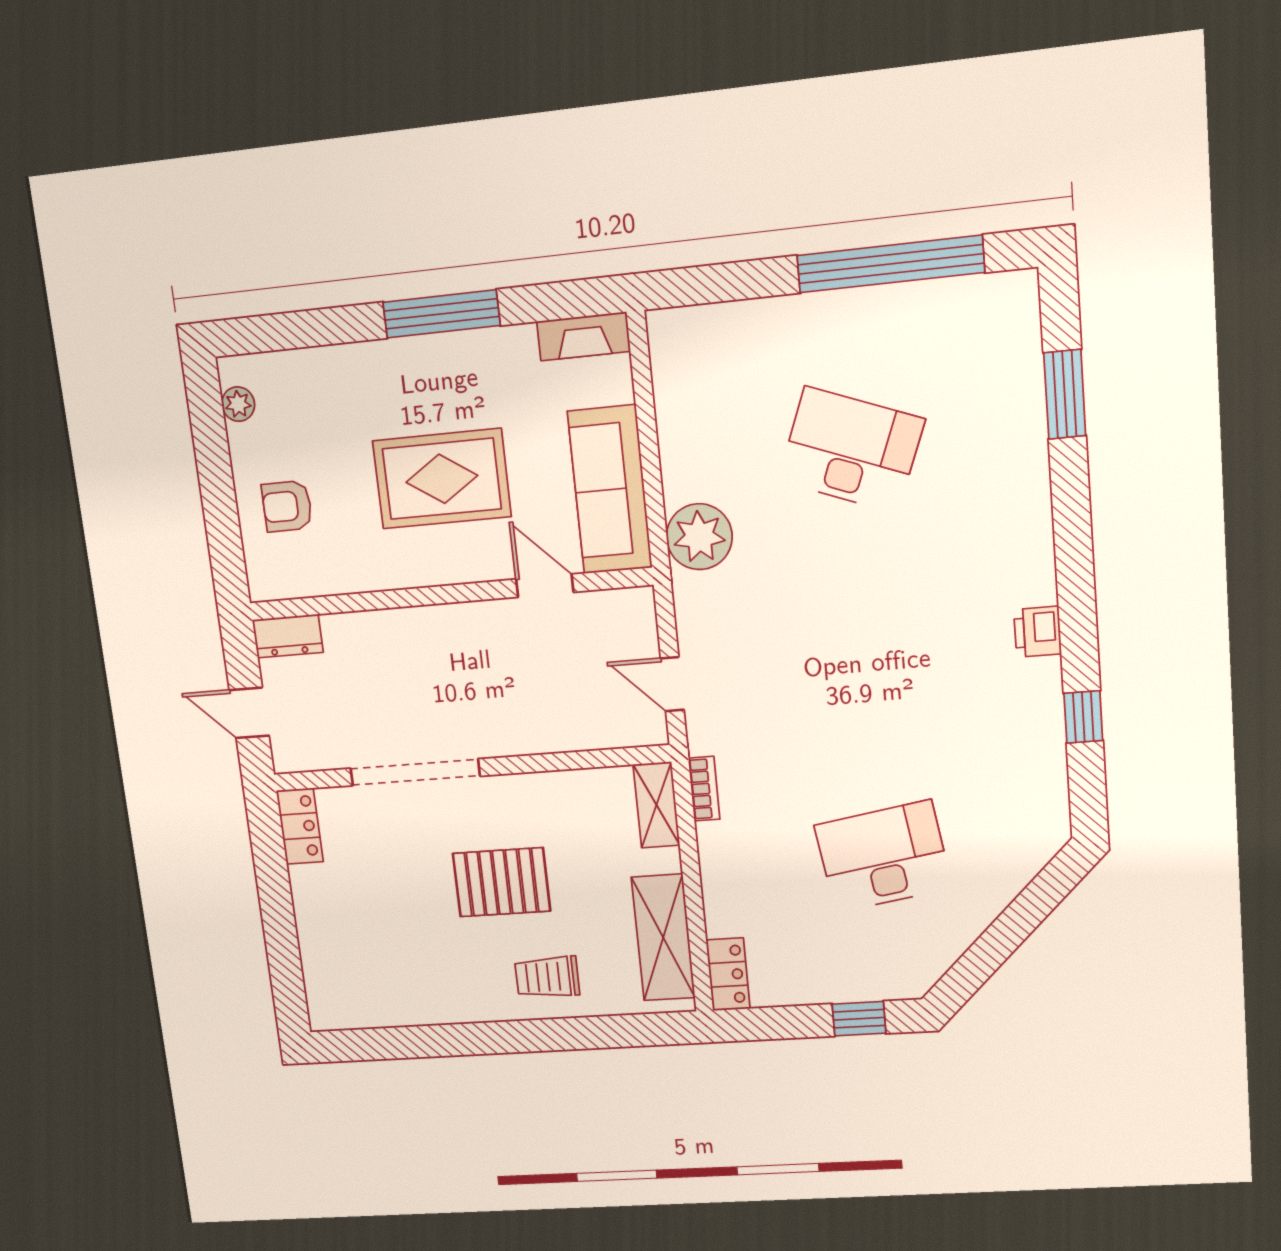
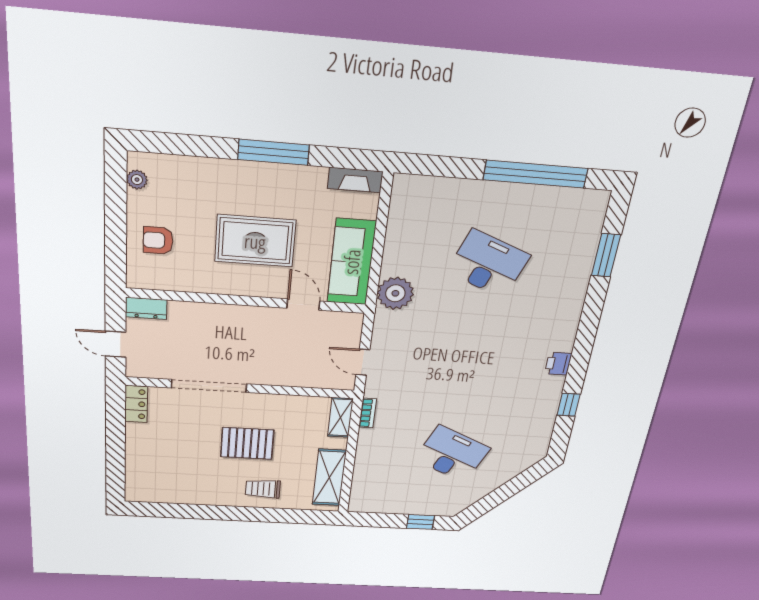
desk: (883, 857) -> (452, 454), turned 33
locker: (728, 974) -> (359, 497), removed

